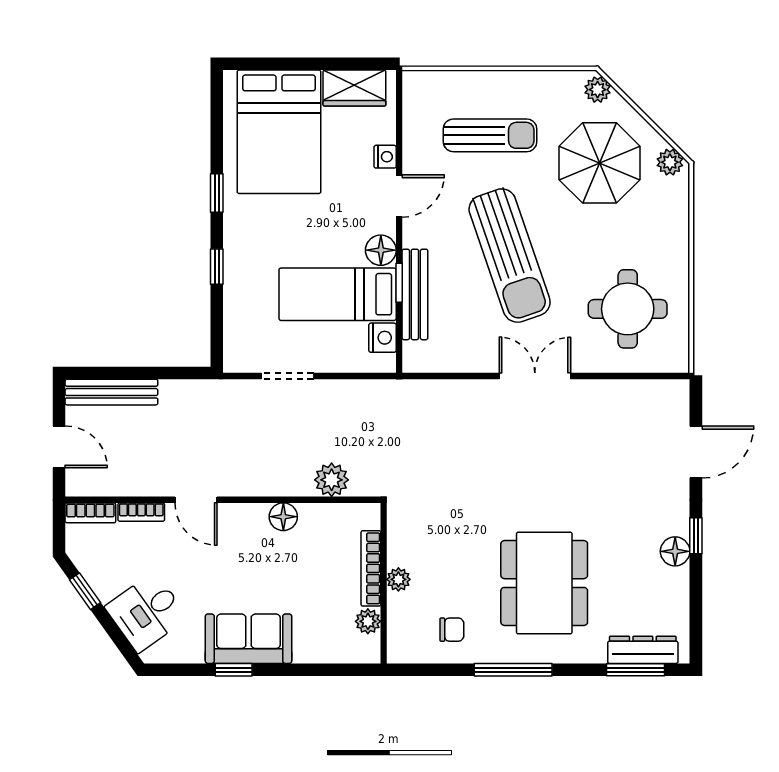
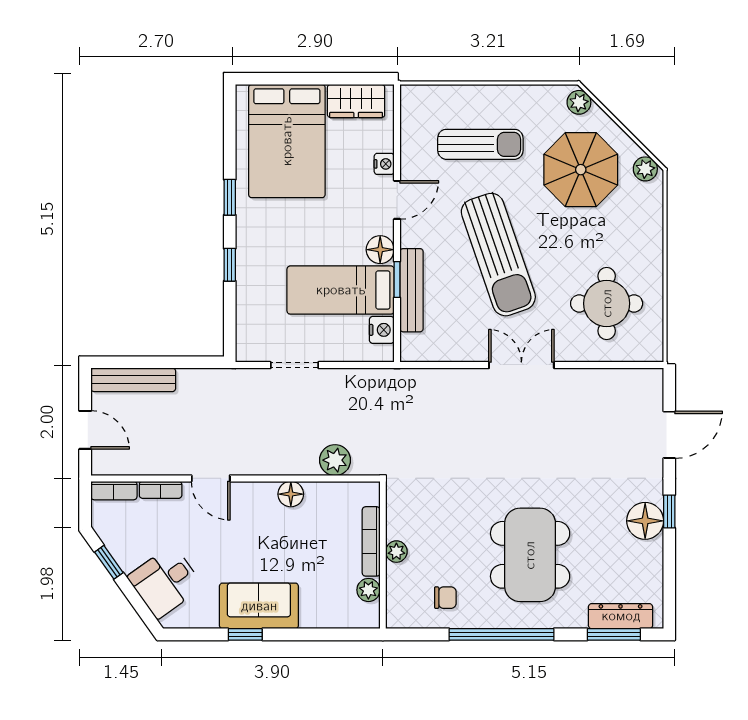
floor lamp: (675, 551) -> (645, 521), width x1.38, depth x1.38
window: (513, 670) -> (501, 634), width x1.46

